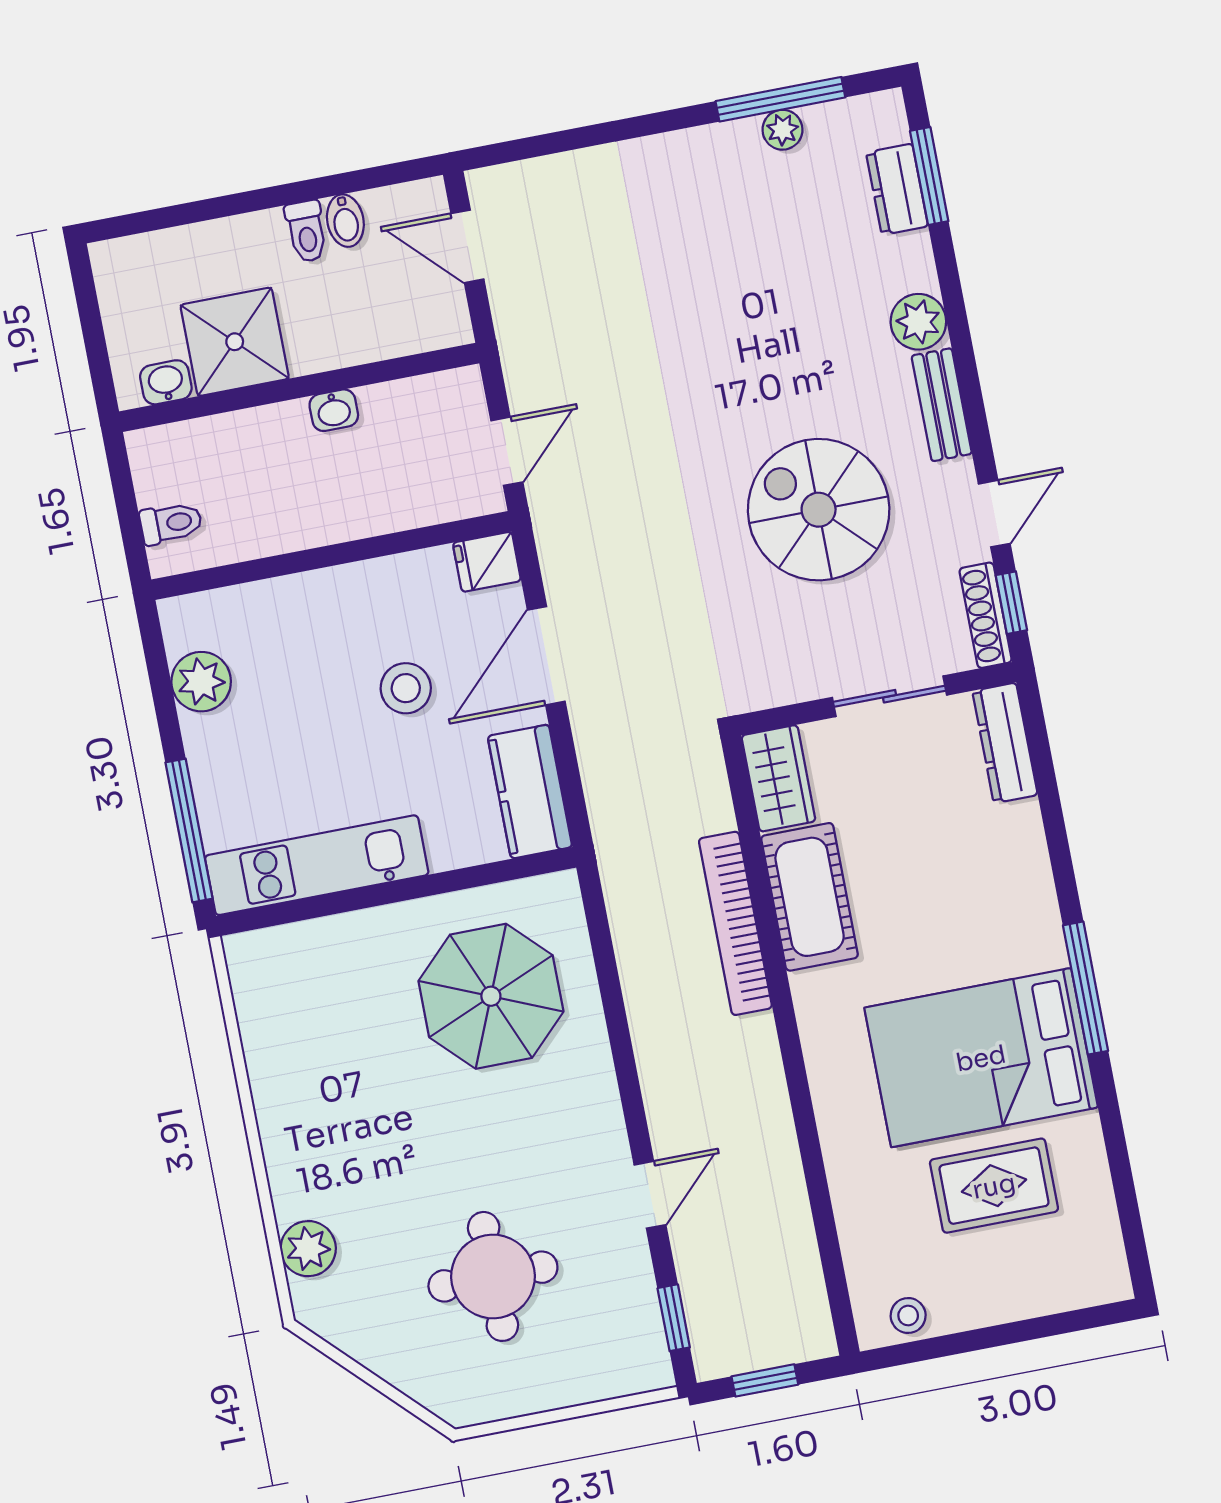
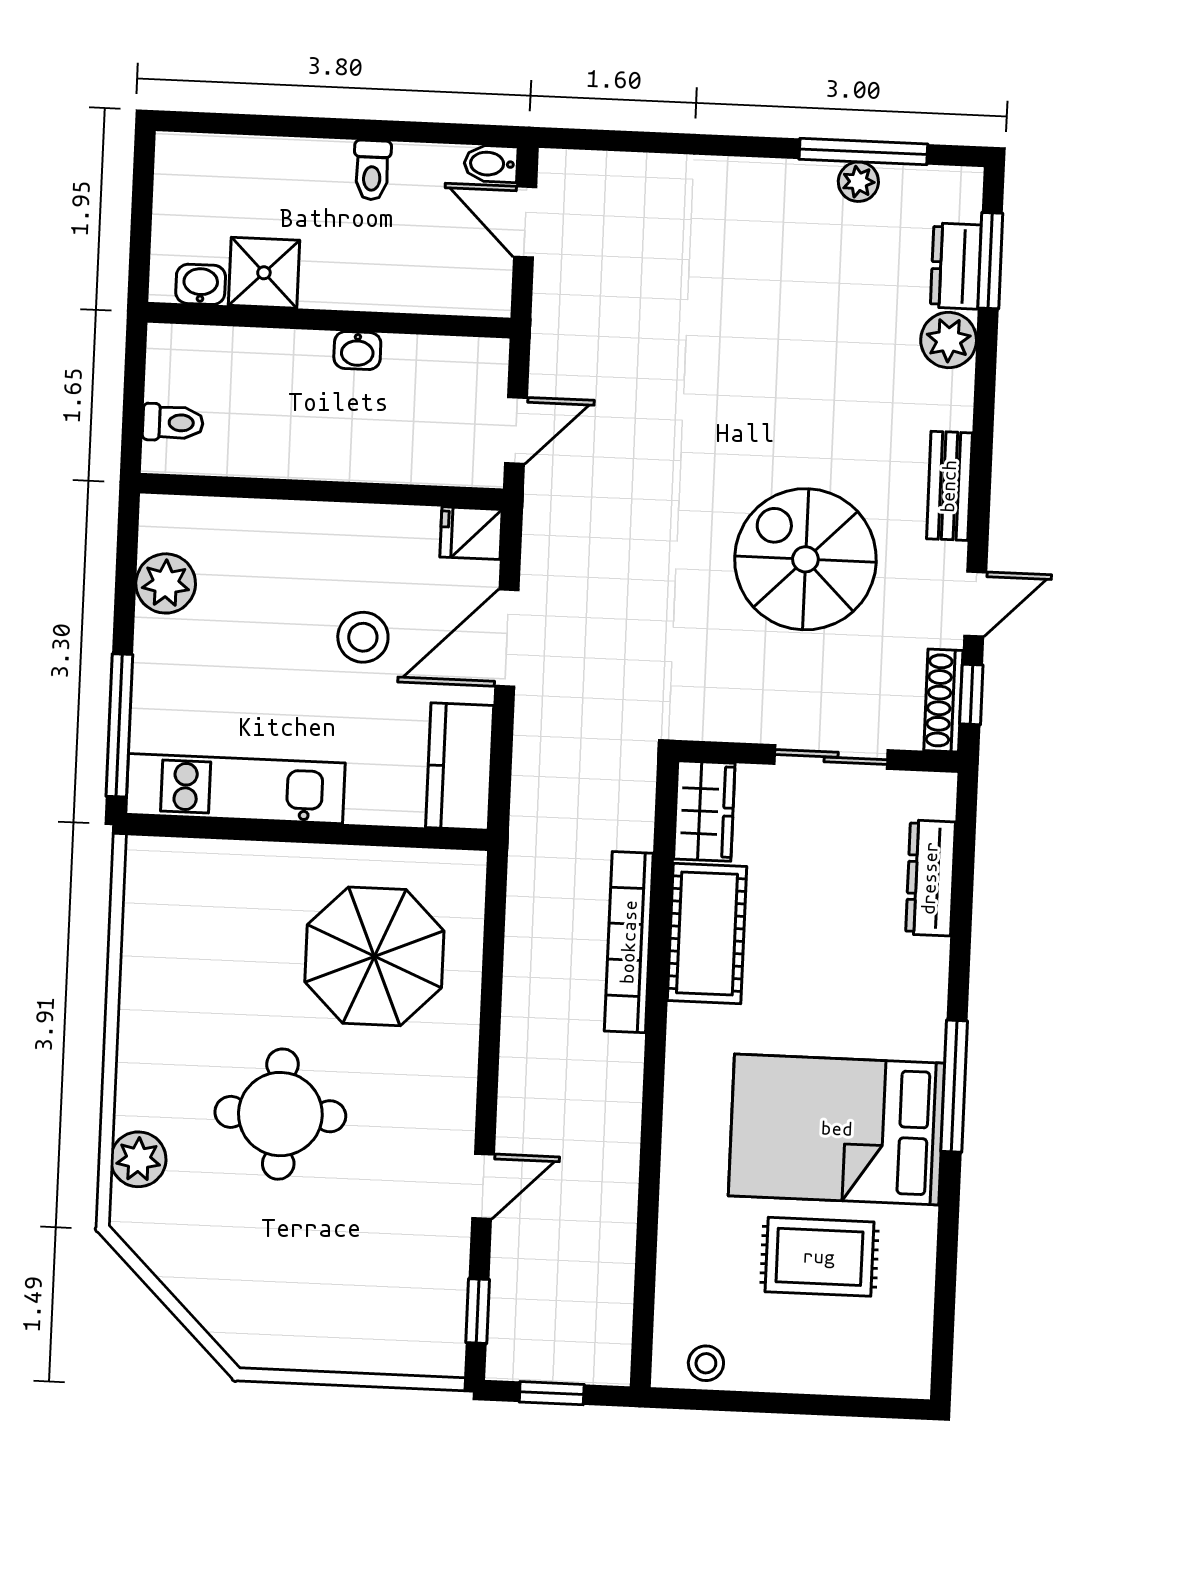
bidet: (345, 221) -> (491, 164), moved, turned 90
plant: (918, 322) -> (949, 340), moved
shower: (235, 342) -> (264, 273), width x0.73, depth x0.73
dresser: (1005, 743) -> (930, 878), moved
round table: (493, 1276) -> (280, 1114), moved

